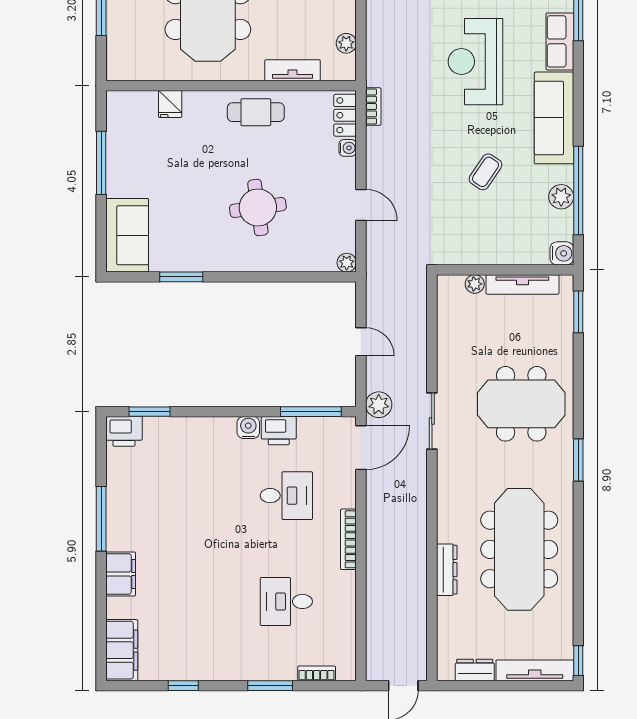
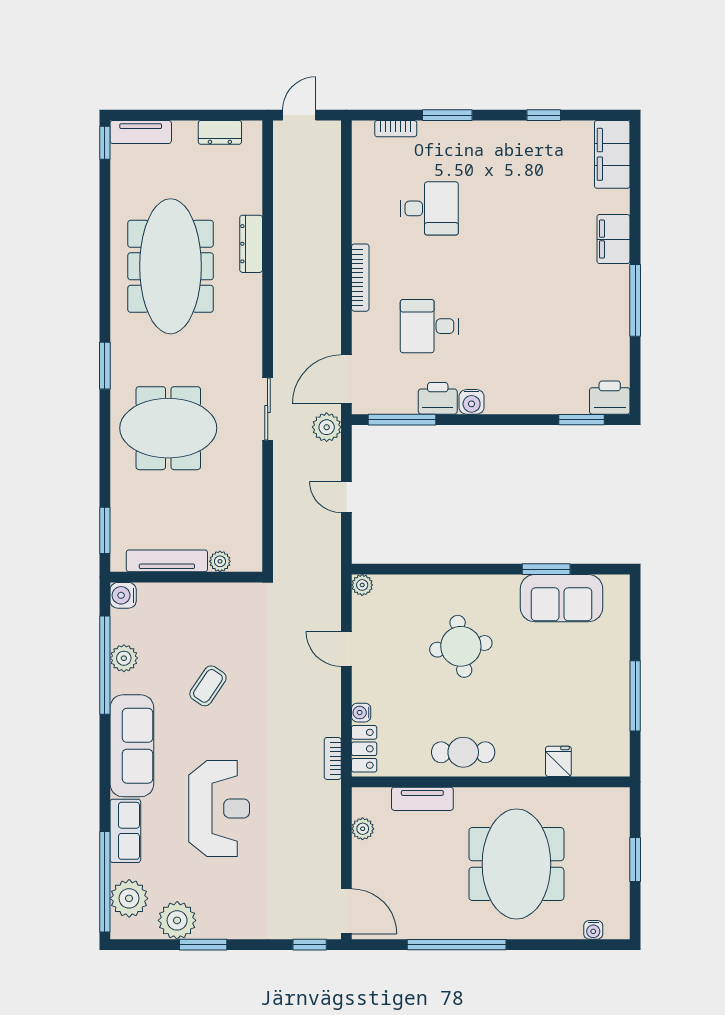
sofa: (127, 235) -> (561, 598), moved, turned -90
tv unit: (535, 670) -> (141, 132), width x0.71

